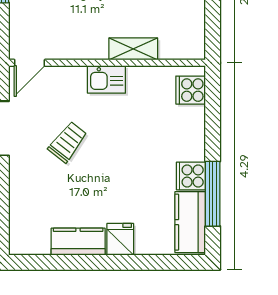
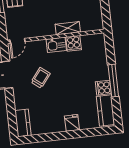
cooker: (191, 90) -> (74, 43), moved, turned -90
window: (213, 194) -> (113, 81), moved
kitchen counter: (78, 242) -> (23, 123), moved, turned 90

